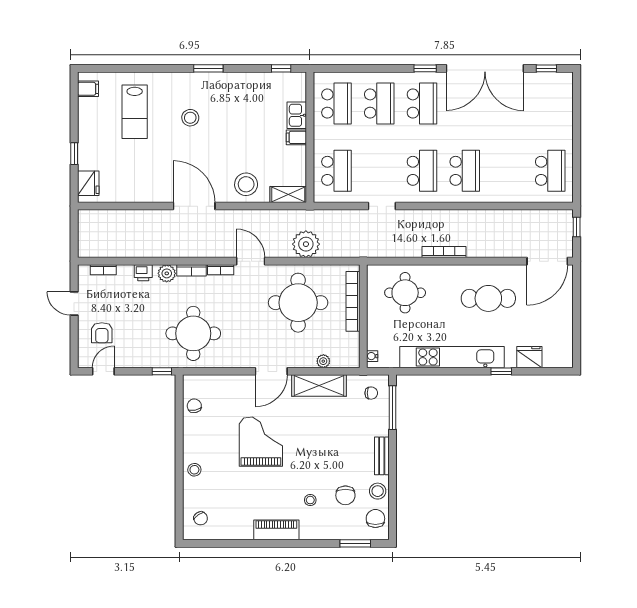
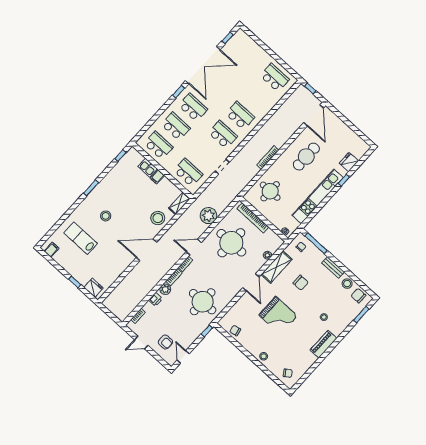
lab bench: (135, 112) -> (81, 238), turned 180
grand piano: (261, 442) -> (278, 315), turned 180
chair: (345, 495) -> (301, 283), moved

